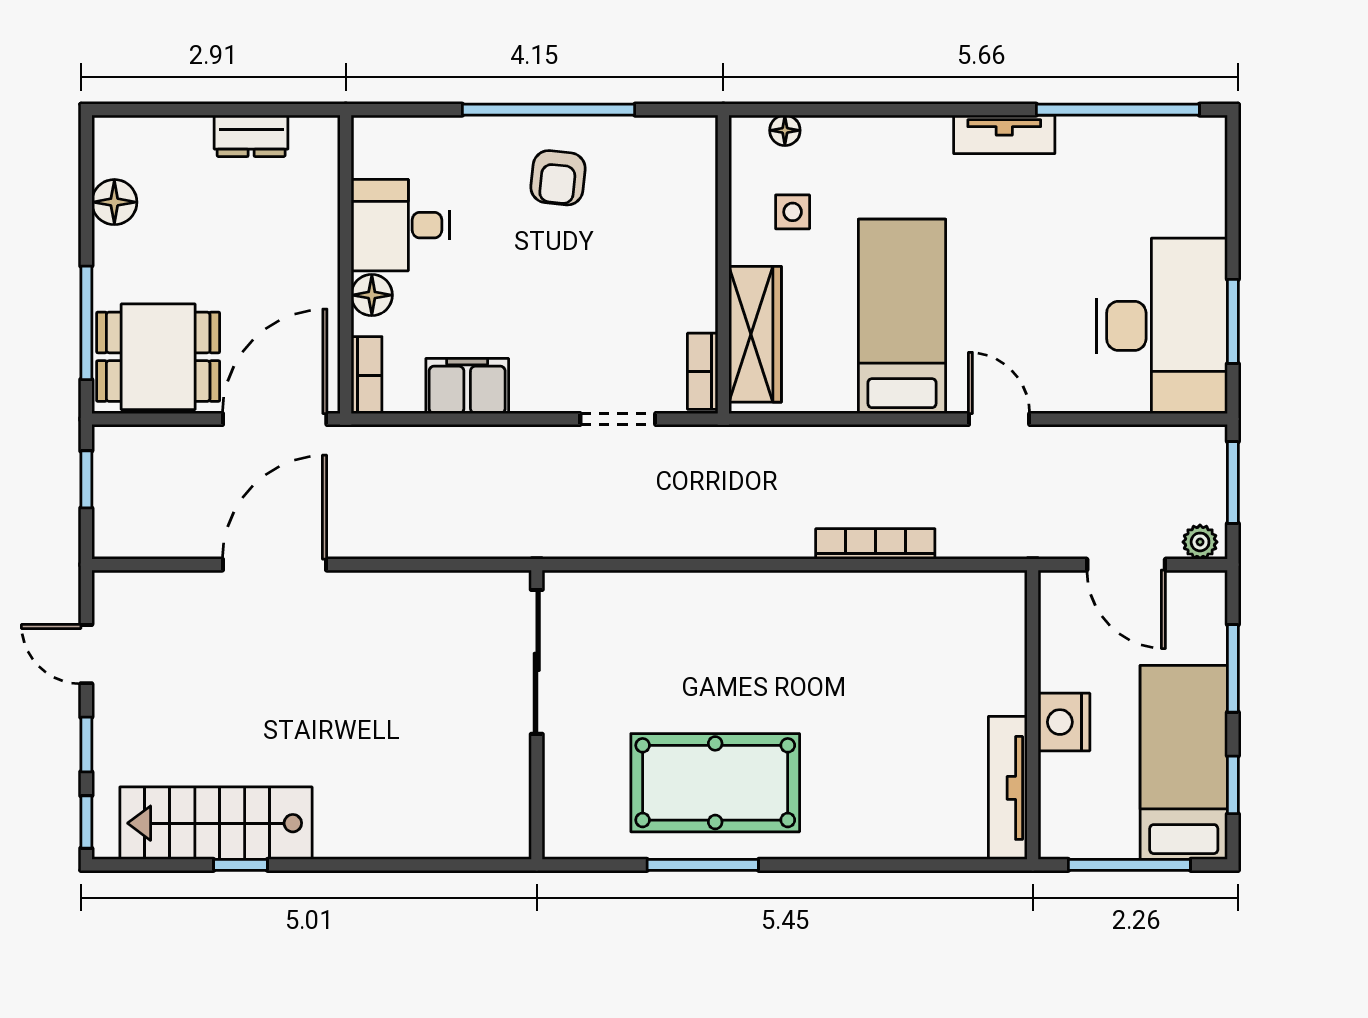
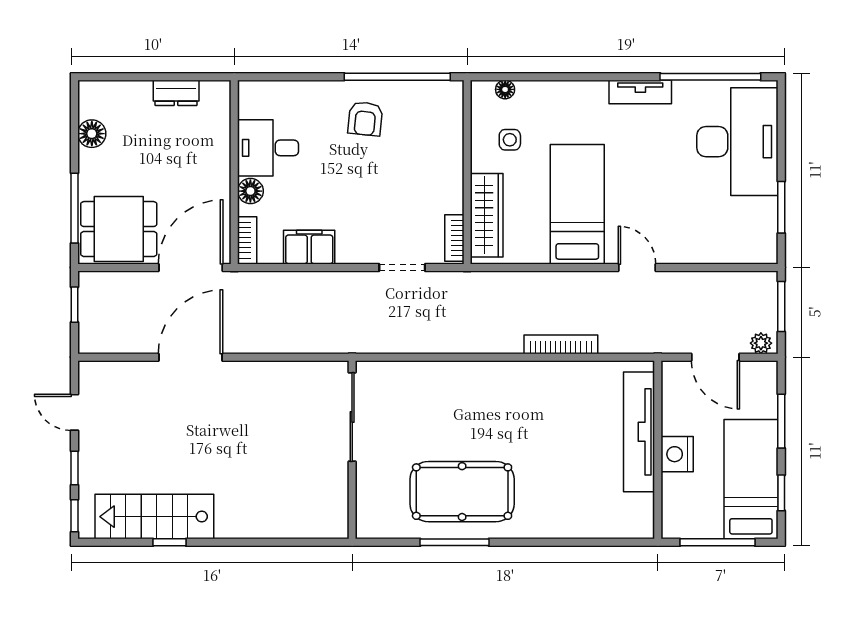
window: (549, 110) -> (397, 77), moved
desk: (1162, 326) -> (737, 142), moved
tv unit: (1008, 788) -> (639, 432), moved, width x1.36, depth x1.29

